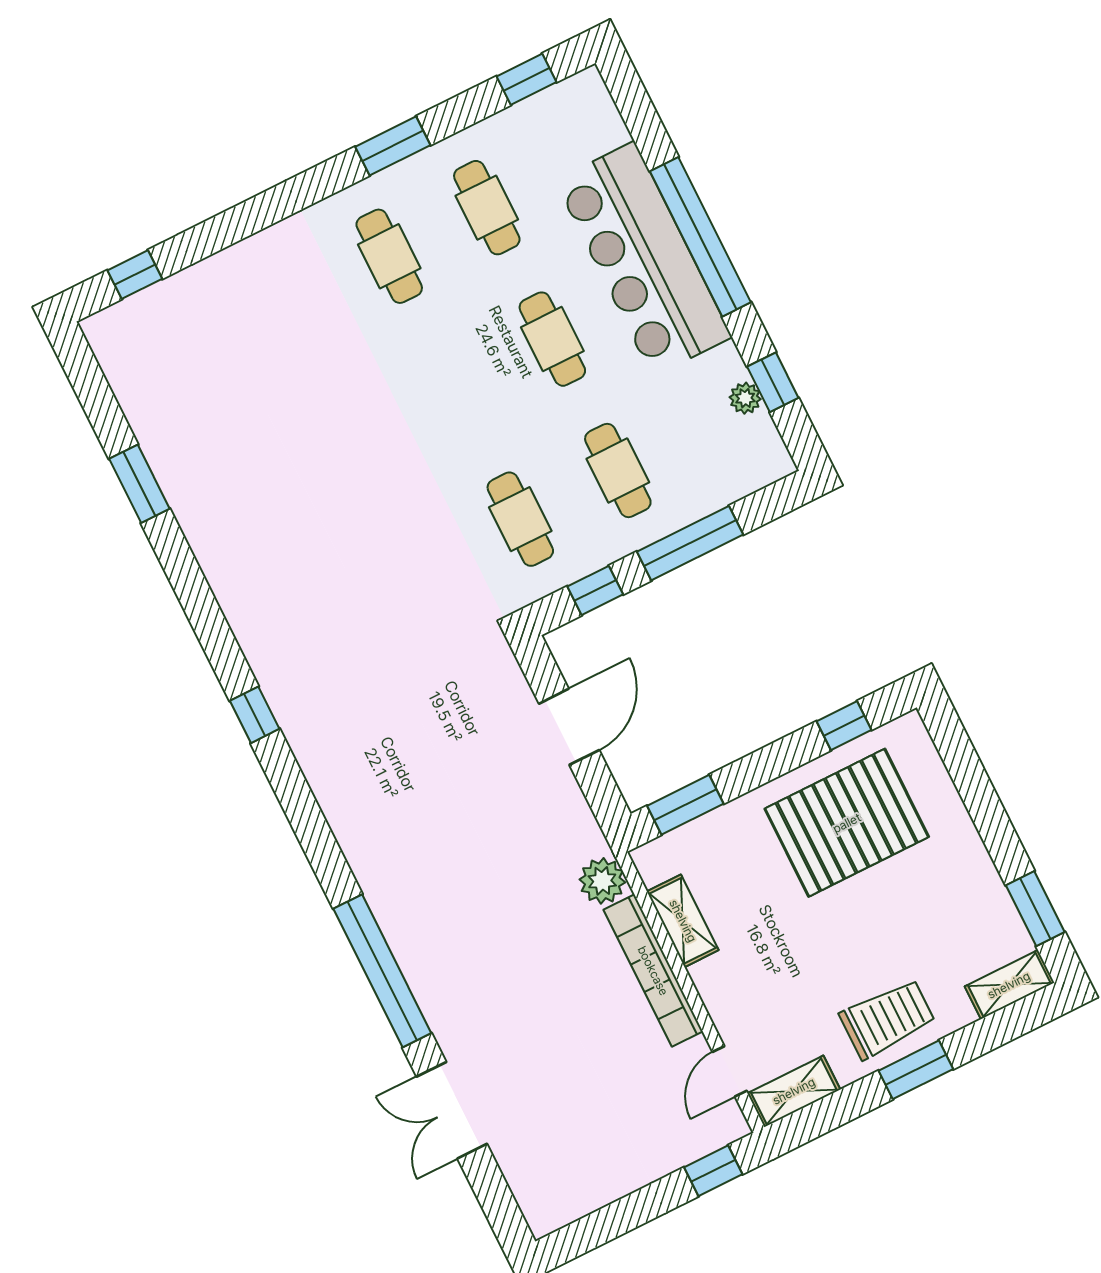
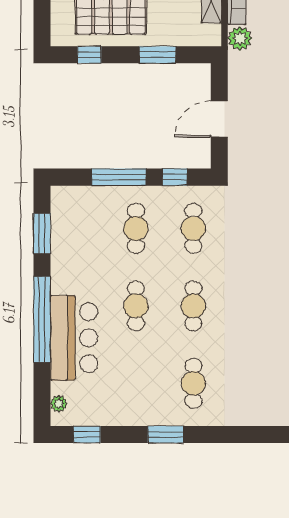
cafe table: (487, 208) -> (193, 306), moved
bar counter: (643, 259) -> (74, 338), width x0.73
window: (773, 382) -> (42, 234), width x1.50
plant: (745, 398) -> (59, 404), moved
window: (685, 805) -> (157, 55), moved

